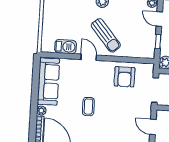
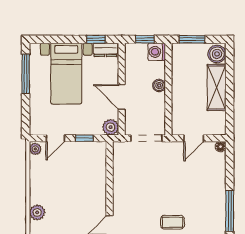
sun lounger: (106, 35) -> (80, 205), removed
armchair: (125, 77) -> (132, 178), removed

